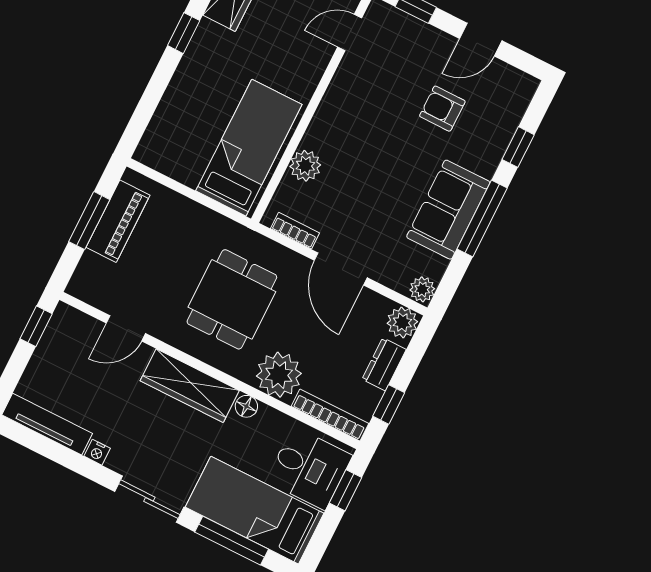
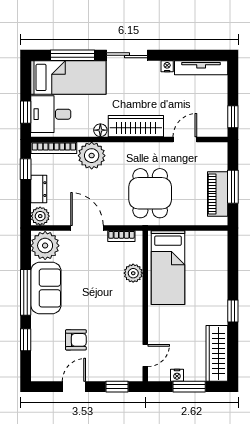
plant: (422, 289) -> (45, 246), width x1.87, depth x1.87
dining table: (232, 299) -> (150, 193), moved

